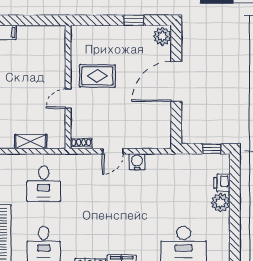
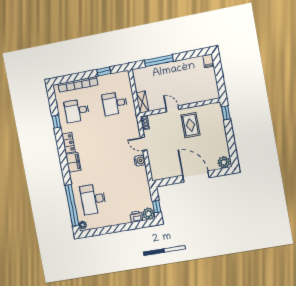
window: (134, 20) -> (226, 113), moved
shelving: (31, 142) -> (142, 102), moved
plant: (220, 203) -> (149, 214), moved

